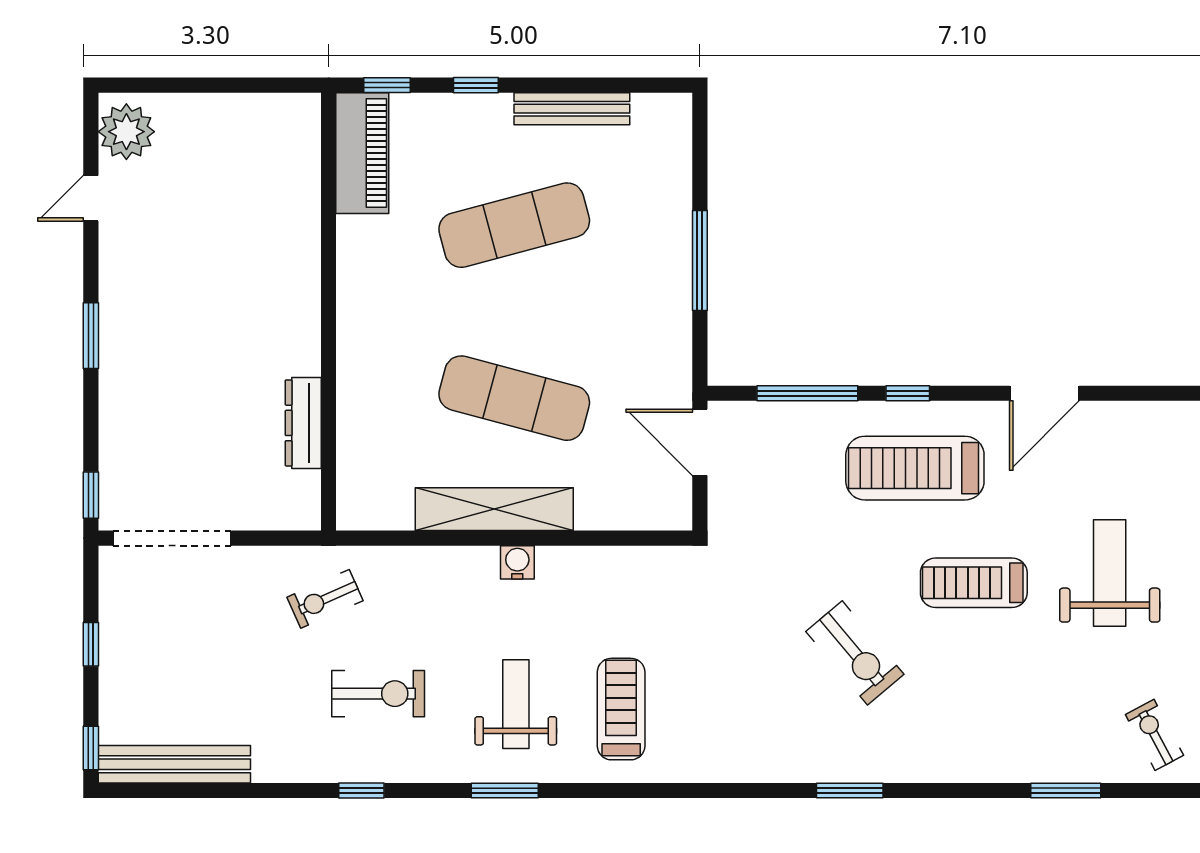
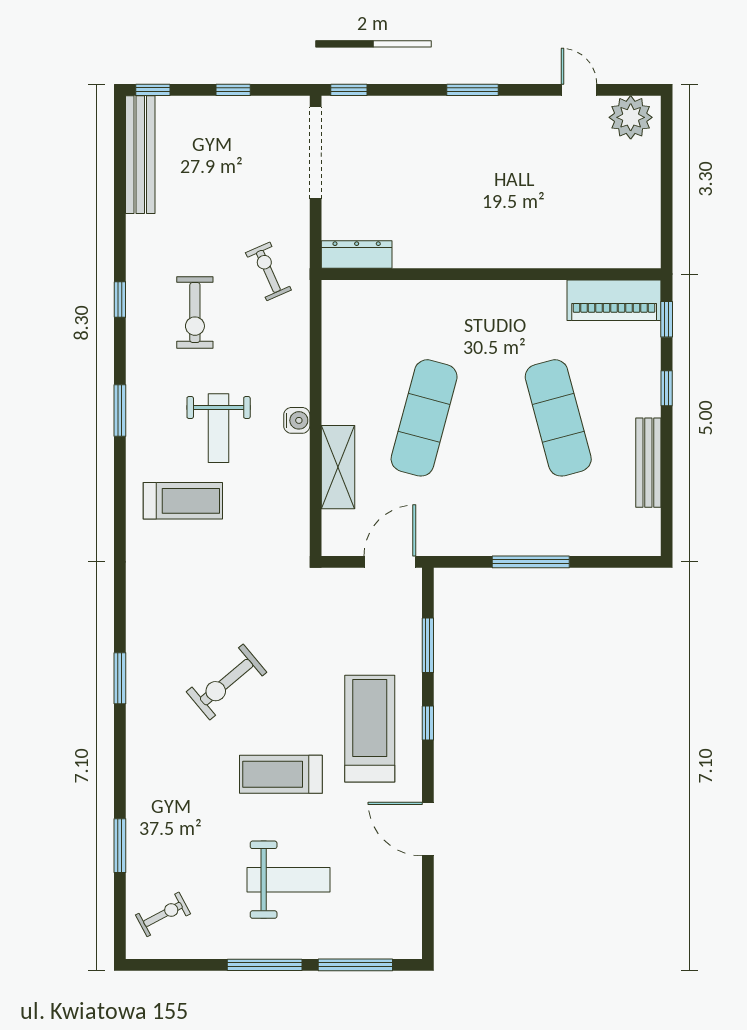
window: (807, 393) -> (428, 645), width x0.69
dresser: (303, 423) -> (357, 254), moved
shelving: (494, 509) -> (338, 467), moved, width x0.68
treadmill: (974, 583) -> (281, 774), turned -90
weight bench: (516, 704) -> (219, 428), moved, turned 90

